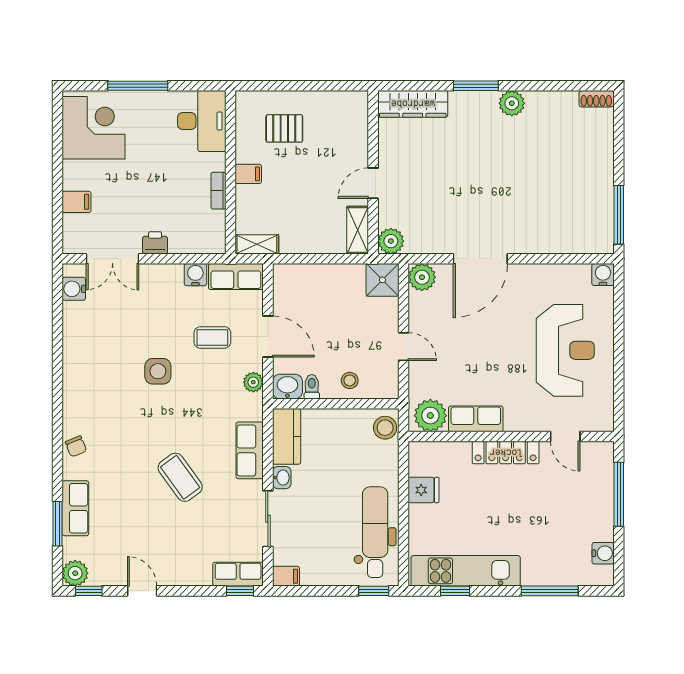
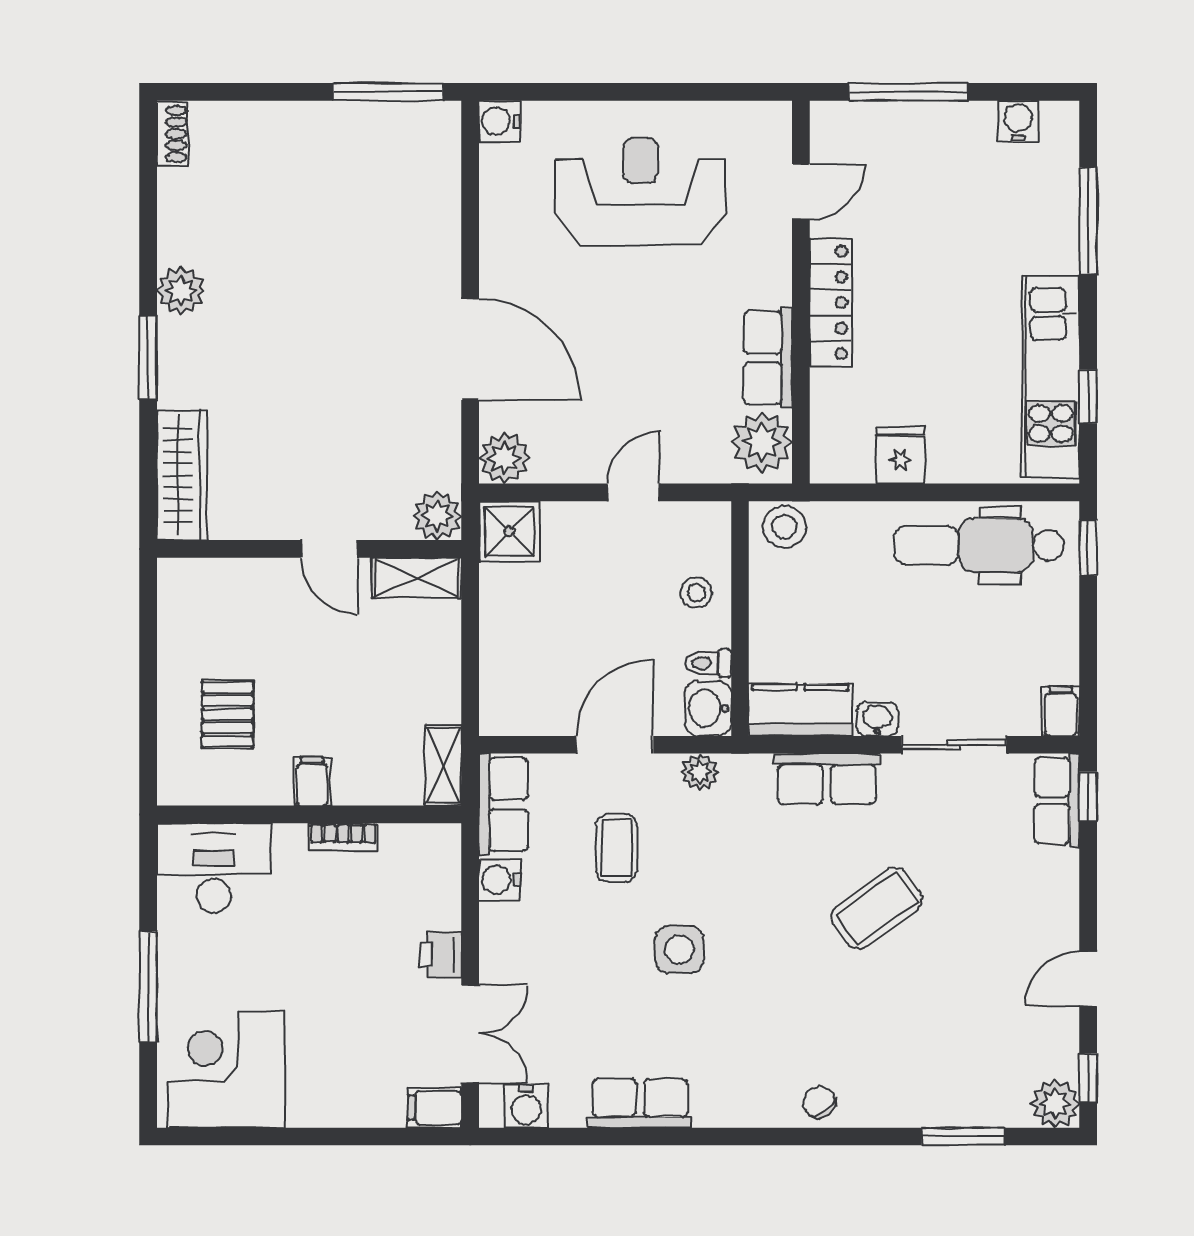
filing cabinet: (76, 202) -> (435, 1108), moved, turned -90
chair: (76, 446) -> (819, 1102), turned -103
row of seats: (75, 508) -> (640, 1103), moved

